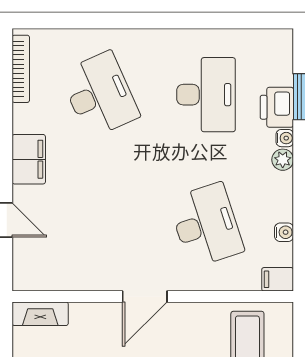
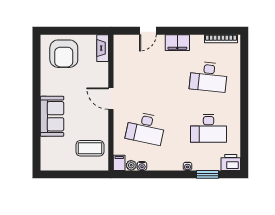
desk: (100, 95) -> (209, 77), turned 30
printer: (277, 107) -> (231, 162), moved
plant: (283, 160) -> (131, 165), moved
desk: (206, 225) -> (145, 128), turned 30

